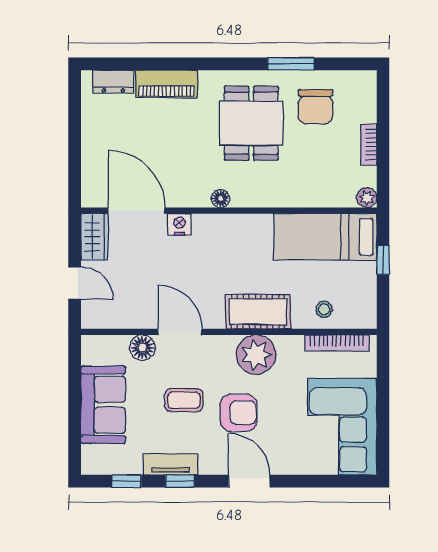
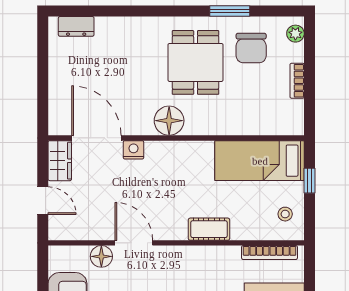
piano: (167, 84) -> (122, 28), removed
plant: (367, 198) -> (295, 34), moved
floor lamp: (221, 199) -> (169, 121), width x1.89, depth x1.89
stool: (324, 309) -> (285, 214), moved
cot: (258, 312) -> (209, 229), width x0.73, depth x0.75
plant: (256, 355) -> (200, 262), removed

